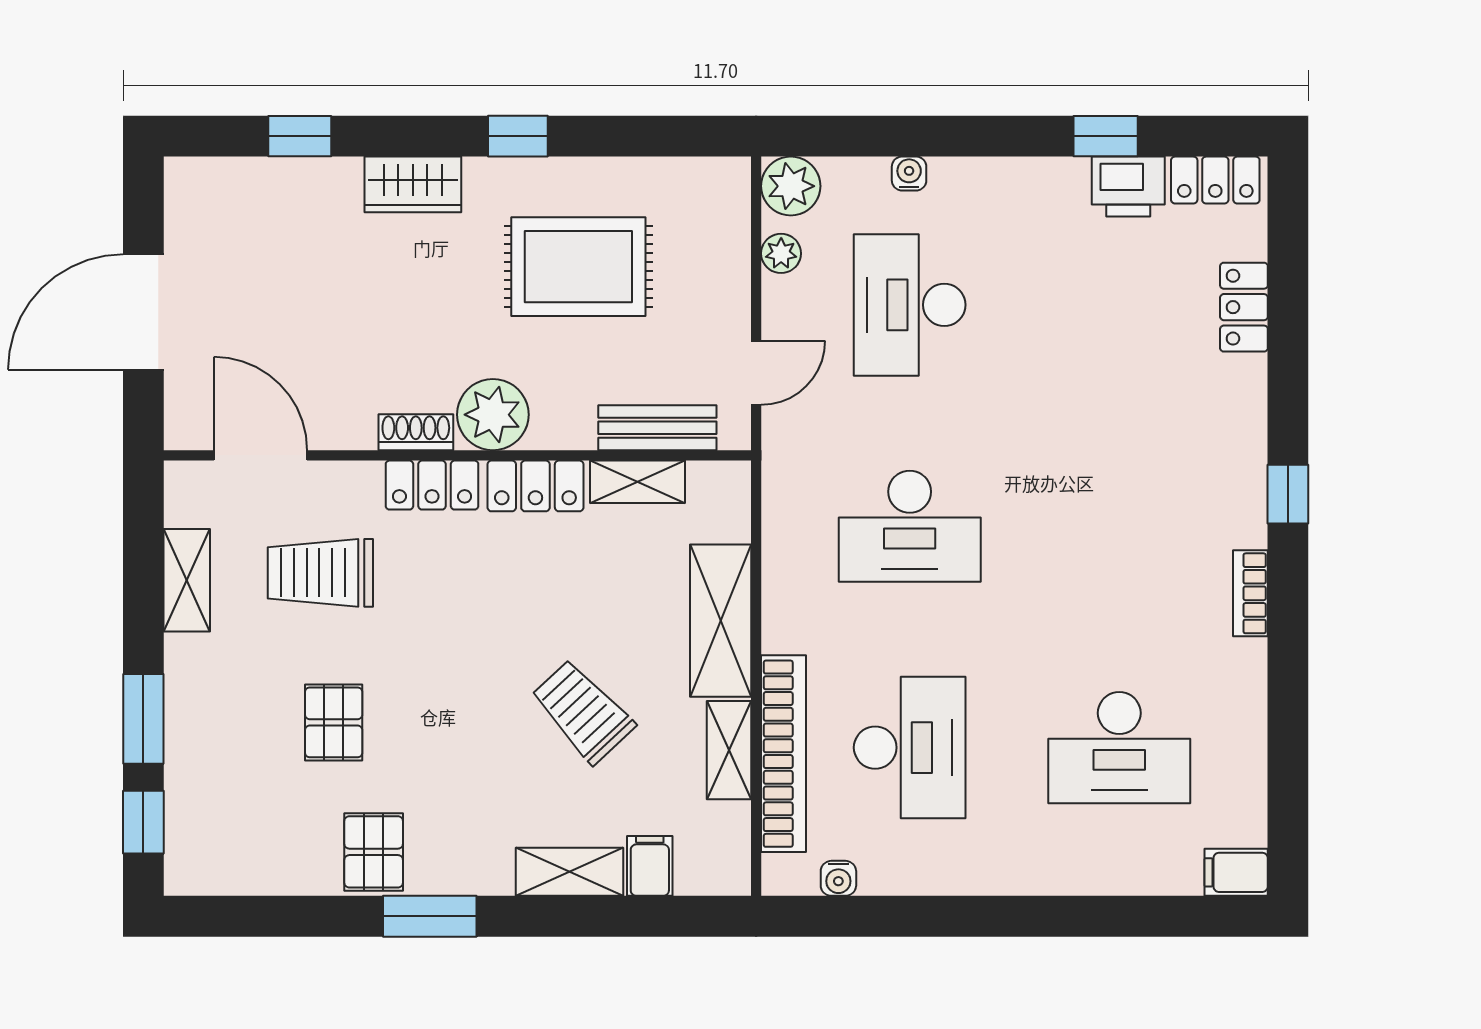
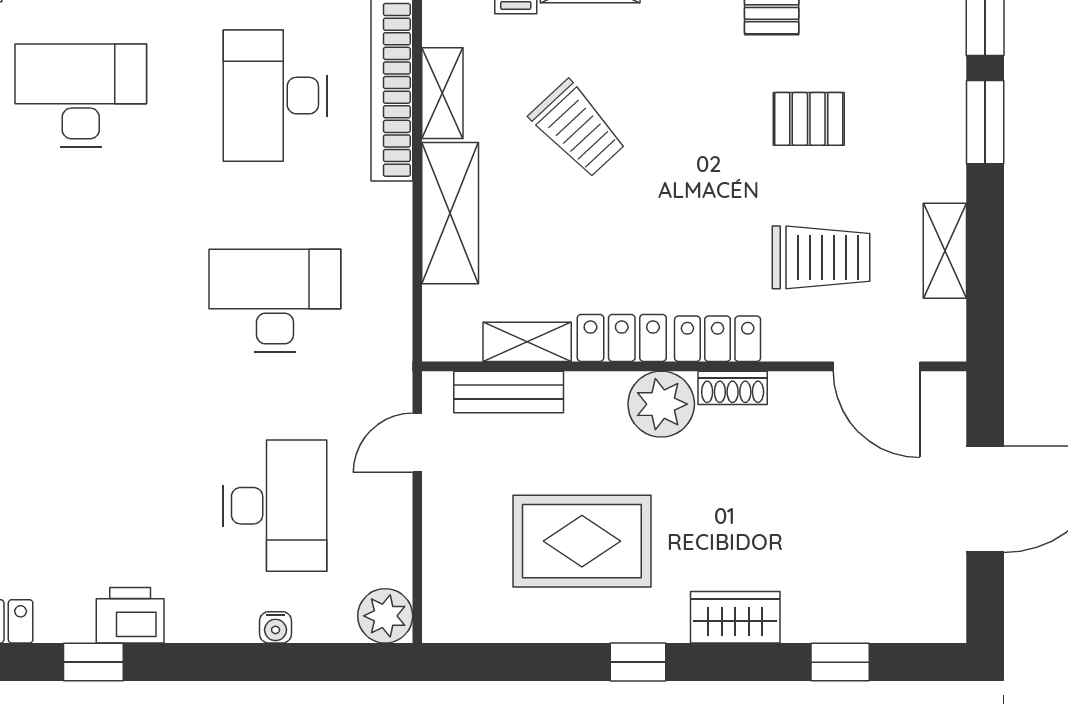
printer: (1128, 187) -> (130, 615), moved
plant: (781, 253) -> (394, 553), removed
pallet: (334, 722) -> (809, 119), turned 90

